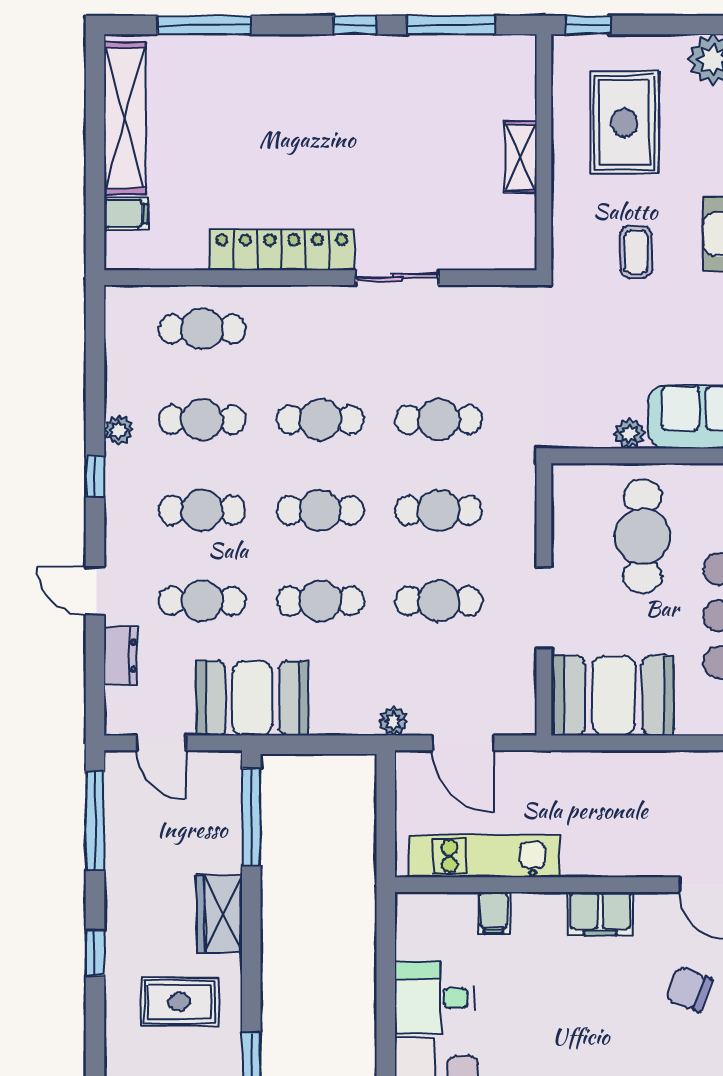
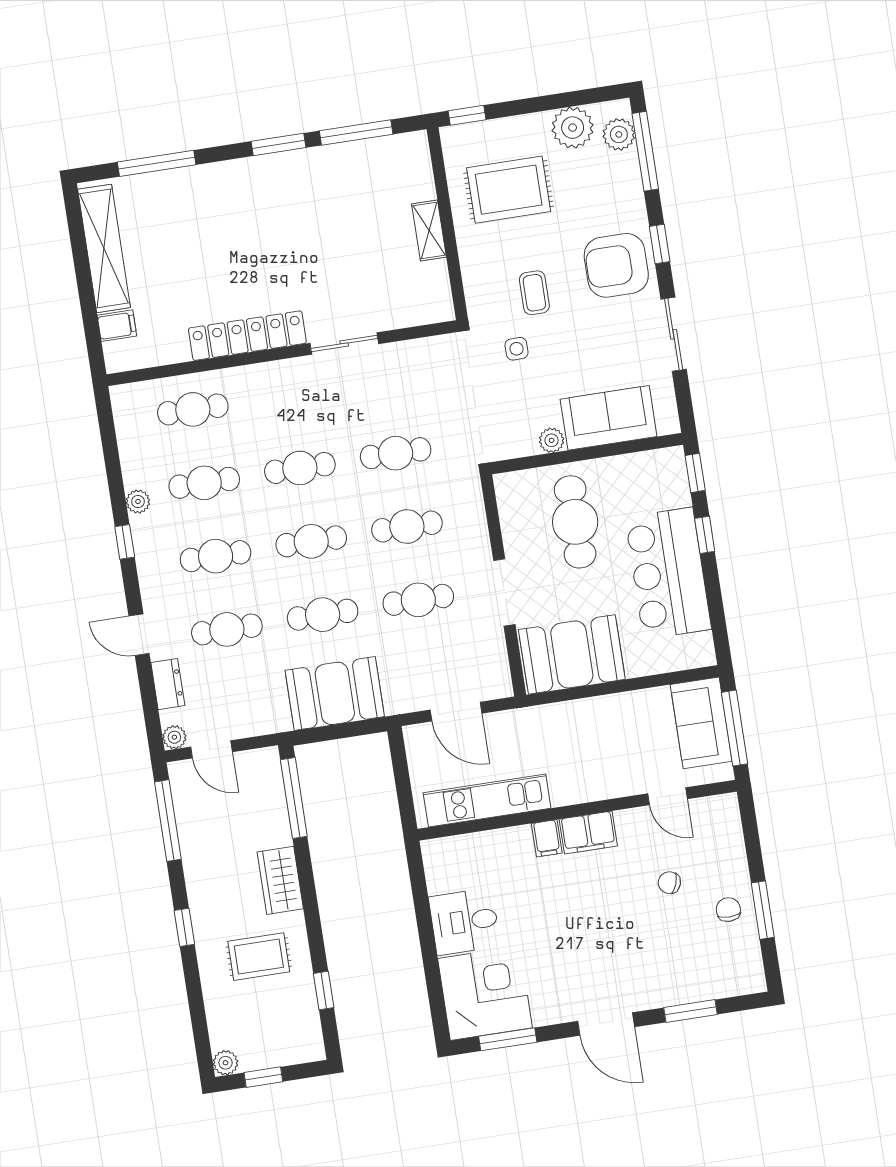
window: (355, 25) -> (278, 144), width x1.50
rug: (624, 123) -> (509, 190), turned 90
side table: (604, 316) -> (517, 349), added
booth: (252, 698) -> (335, 693), moved
plant: (393, 721) -> (174, 737), moved
filing cabinet: (494, 913) -> (547, 838), moved
chair: (689, 989) -> (669, 883), width x0.73, depth x0.73

